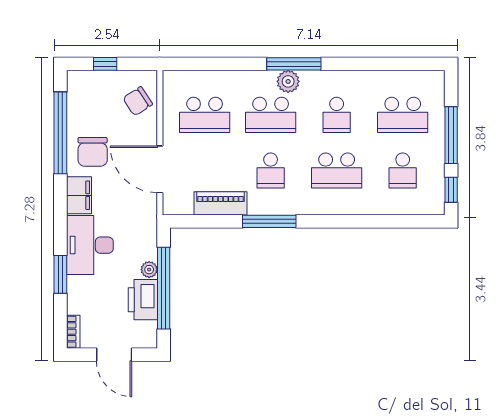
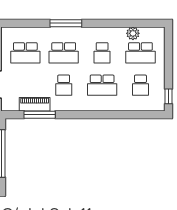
window: (294, 64) -> (66, 23), moved
plant: (288, 81) -> (133, 33), moved
window: (451, 135) -> (169, 65), removed
window: (269, 221) -> (40, 115), moved

